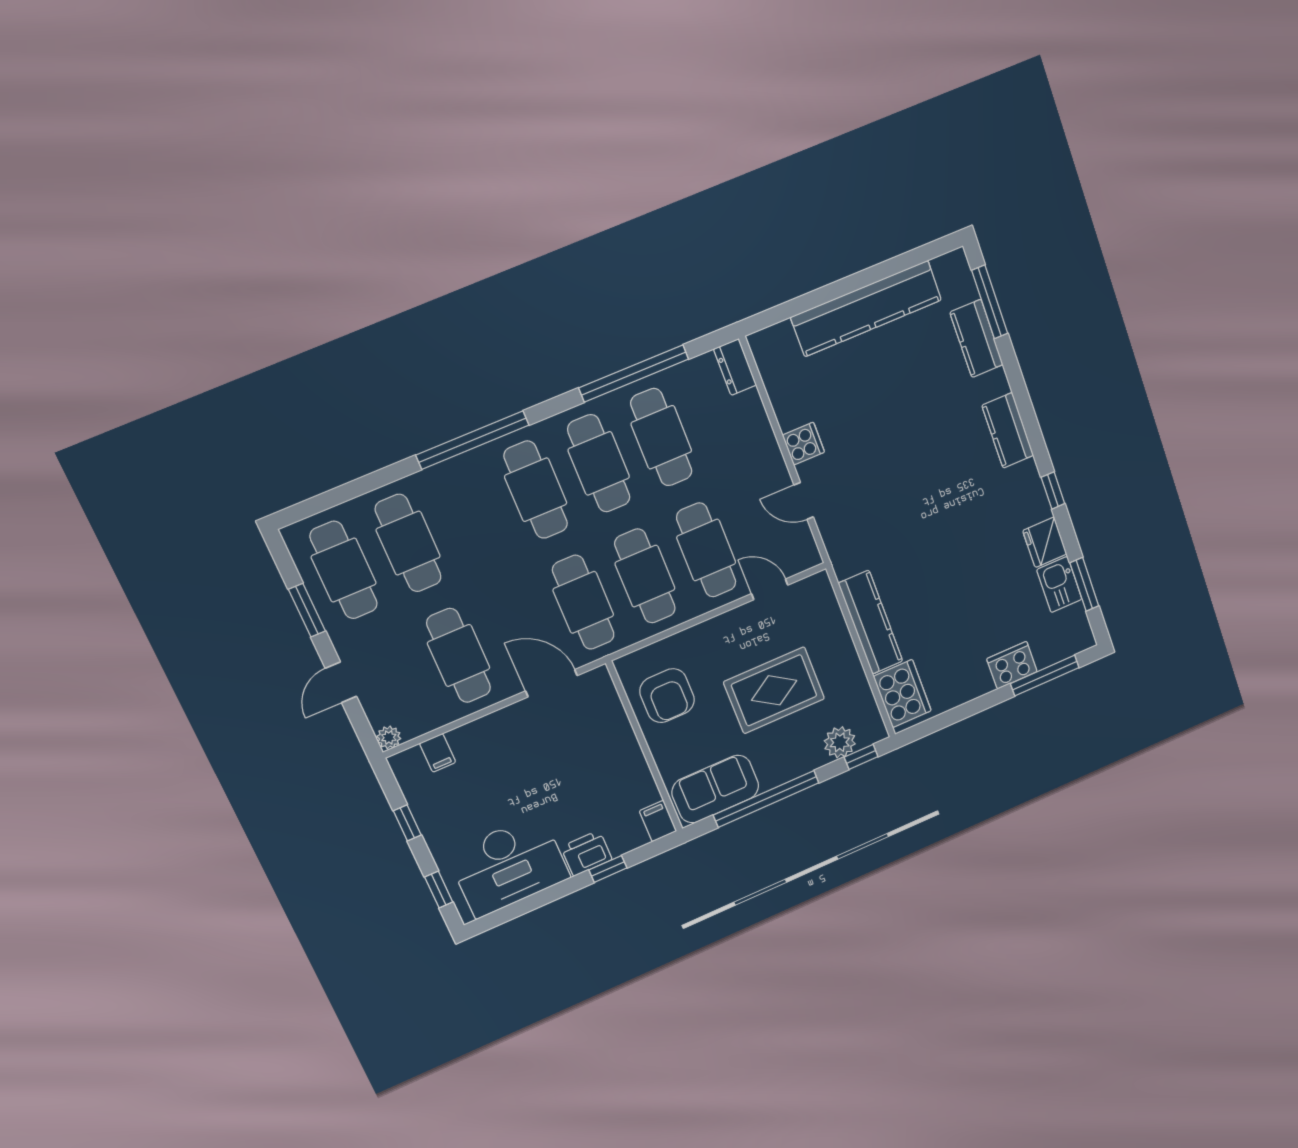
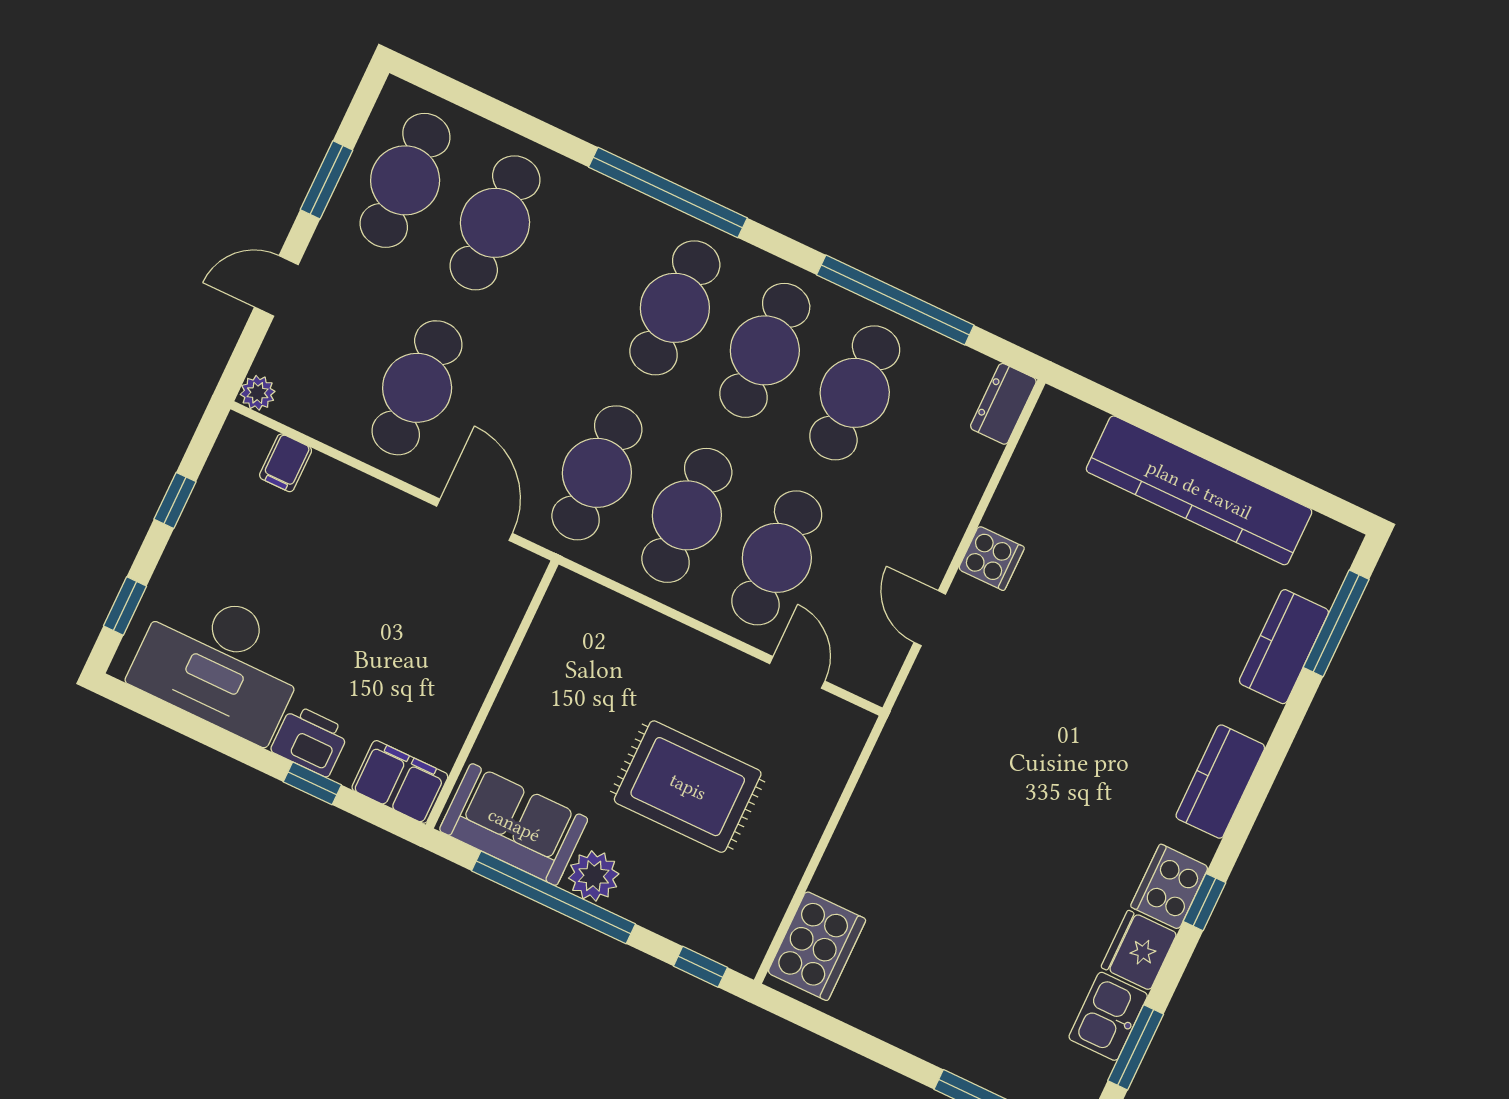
kitchen counter: (871, 622) -> (864, 828), removed
cooker: (1012, 665) -> (1169, 887), moved, turned -90
armchair: (667, 696) -> (574, 666), removed
plant: (840, 742) -> (594, 876), moved
filing cabinet: (658, 821) -> (400, 782), width x2.00

